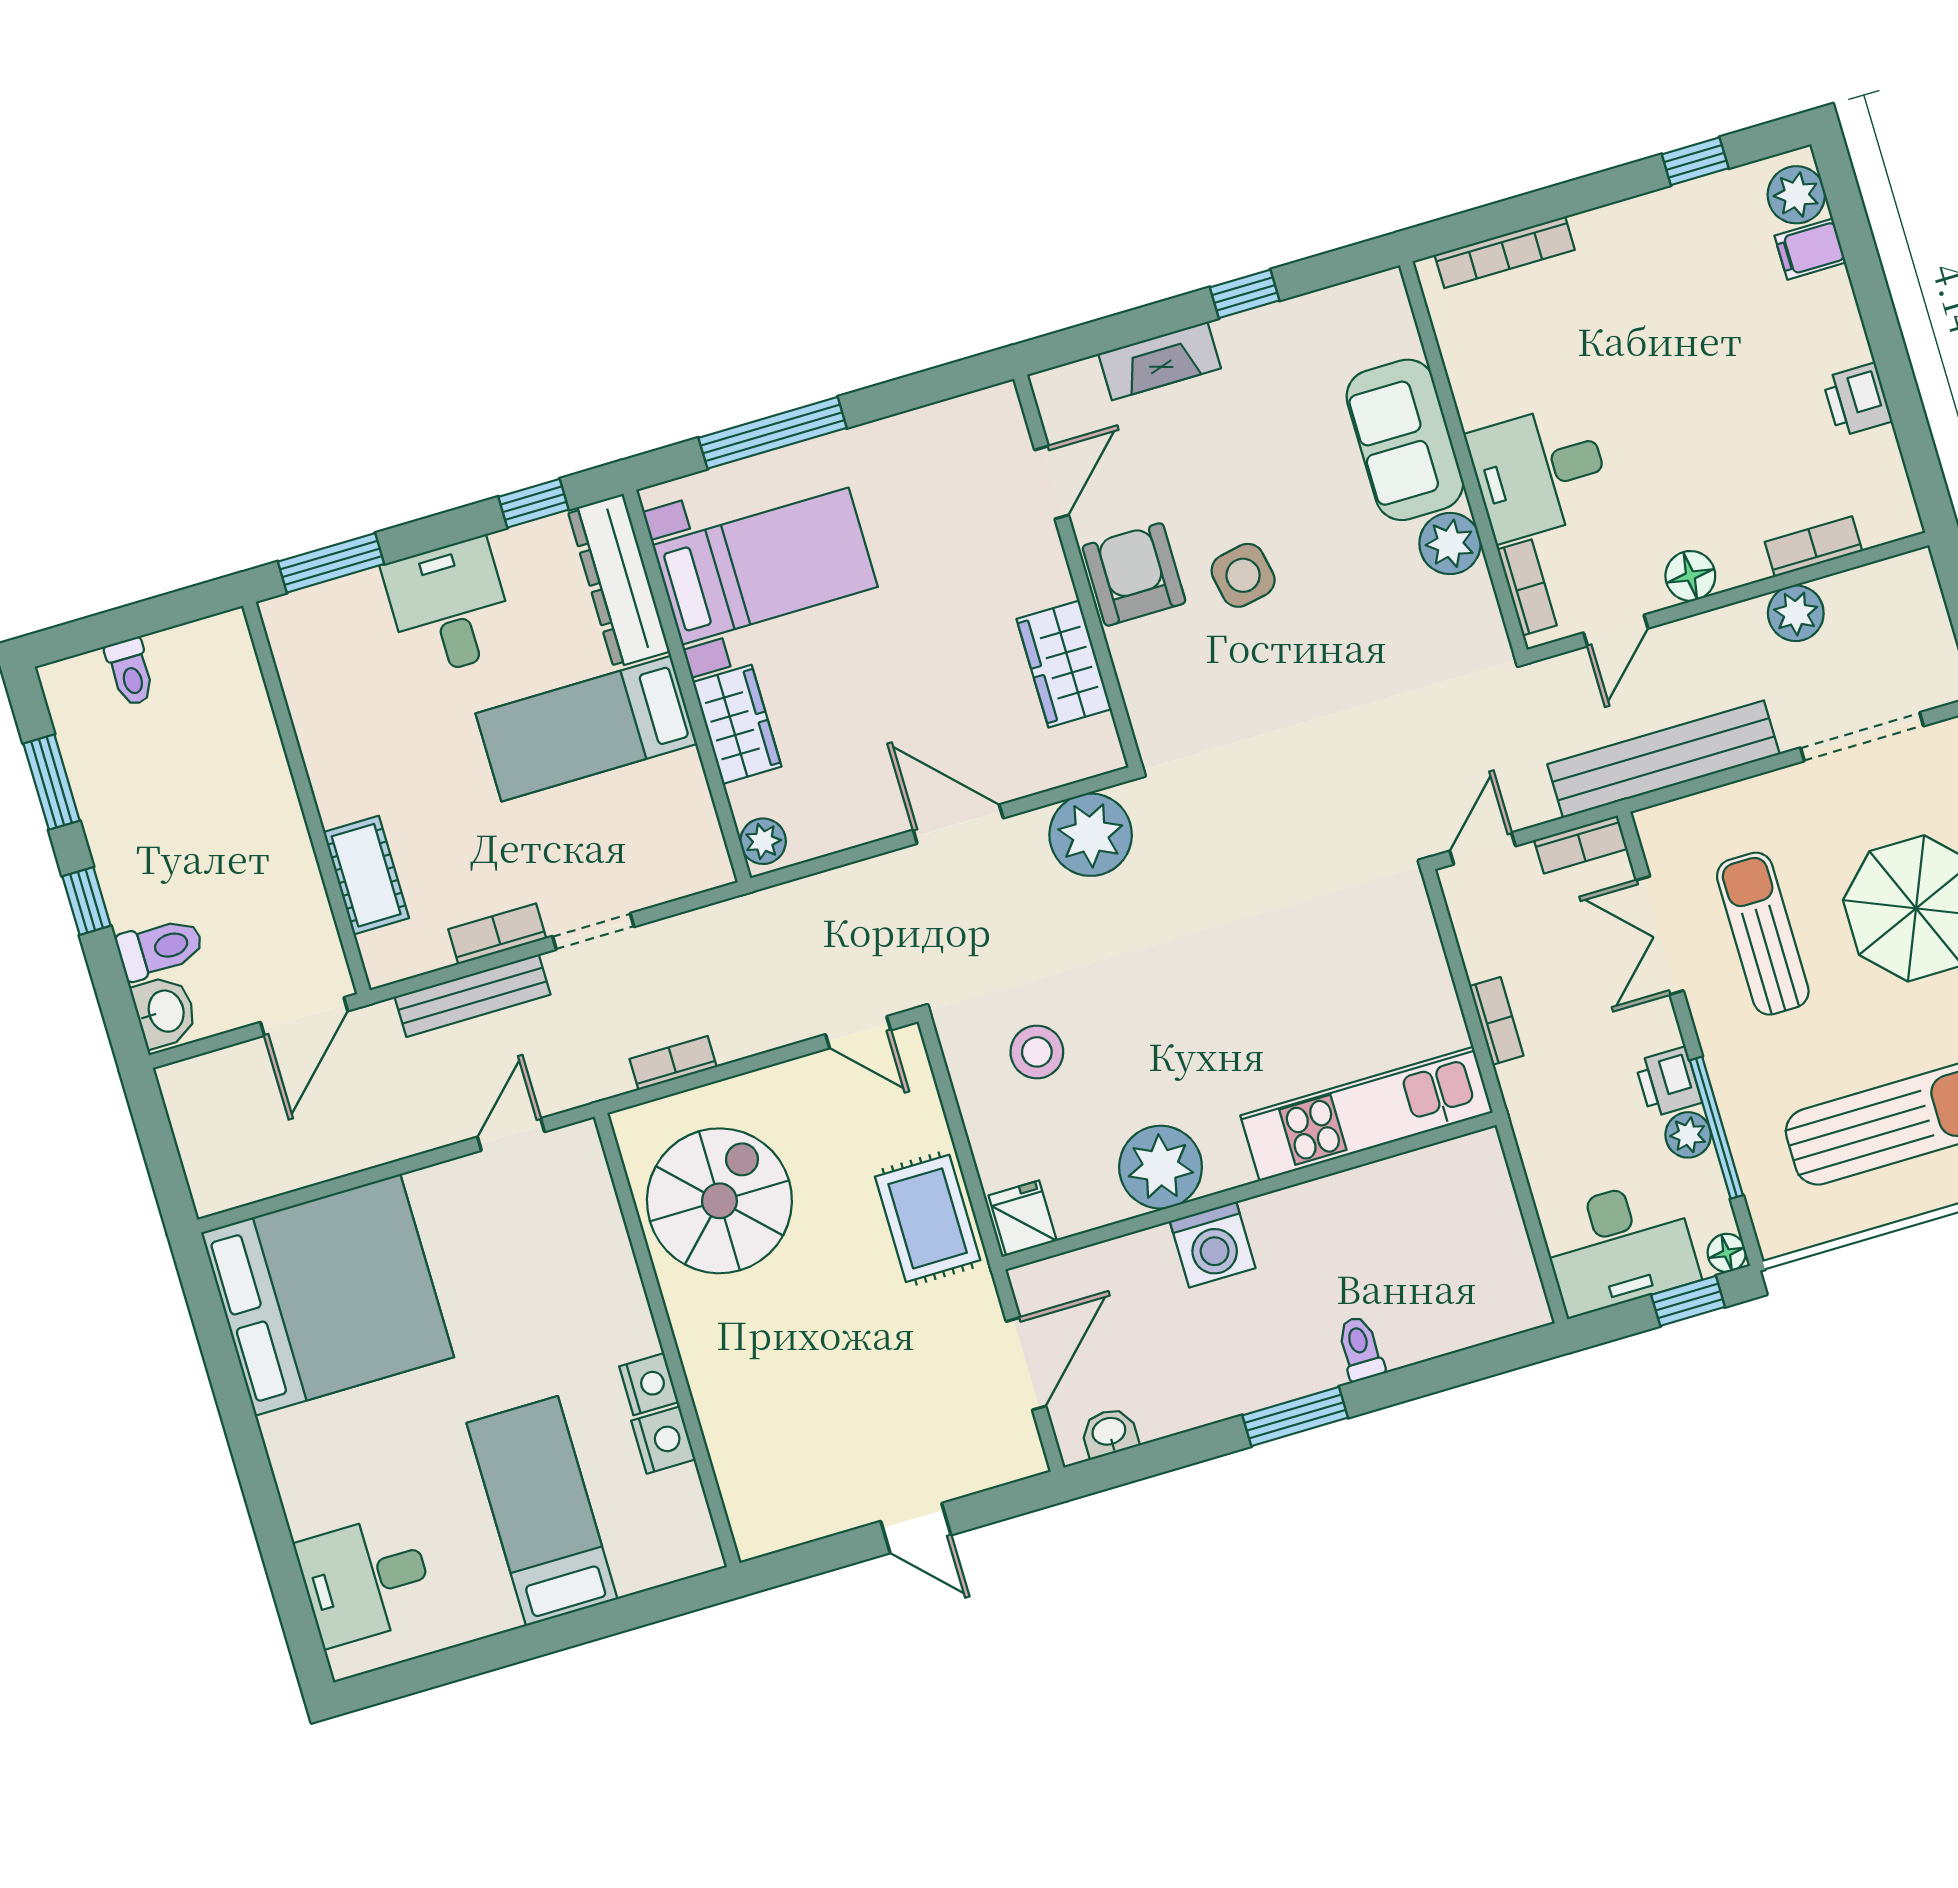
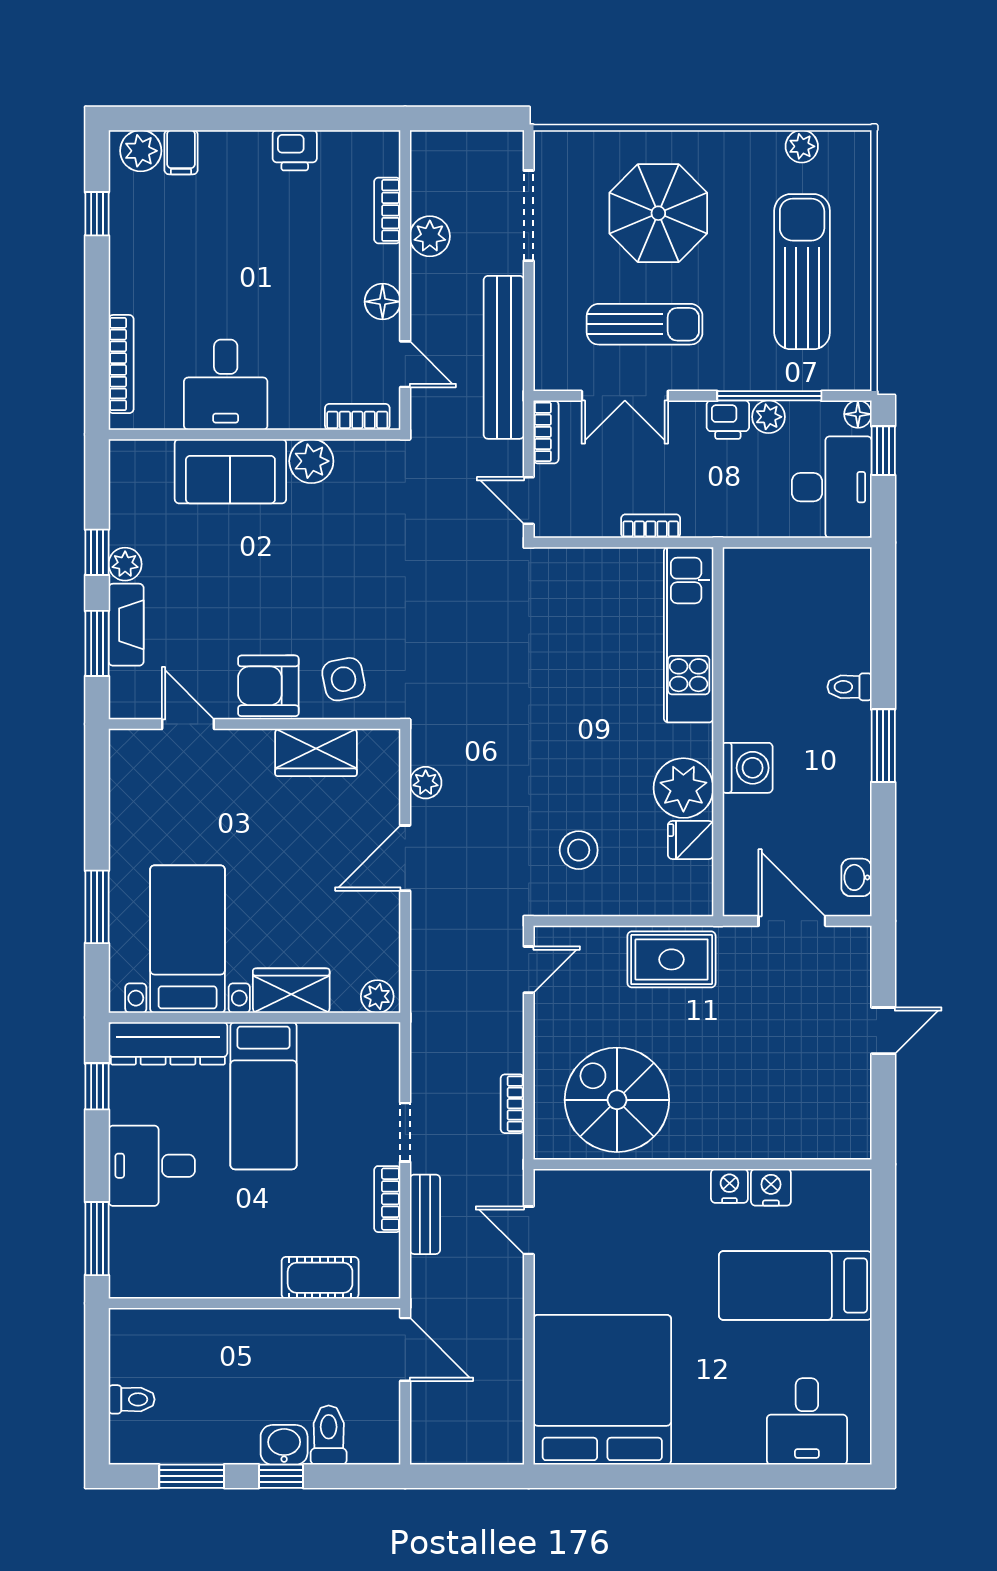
window: (1123, 330) -> (97, 643), added
plant: (1240, 336) -> (125, 564), added
window: (773, 433) -> (97, 907), width x0.69
desk: (1539, 472) -> (226, 385), moved
side table: (1243, 575) -> (344, 679), moved
plant: (1091, 835) -> (426, 783), width x0.53, depth x0.53
sun lounger: (1763, 934) -> (645, 324), turned 180
bench: (472, 996) -> (425, 1214), width x0.73
washbasin: (165, 1012) -> (284, 1445), moved
fridge: (1023, 1218) -> (691, 840), moved

